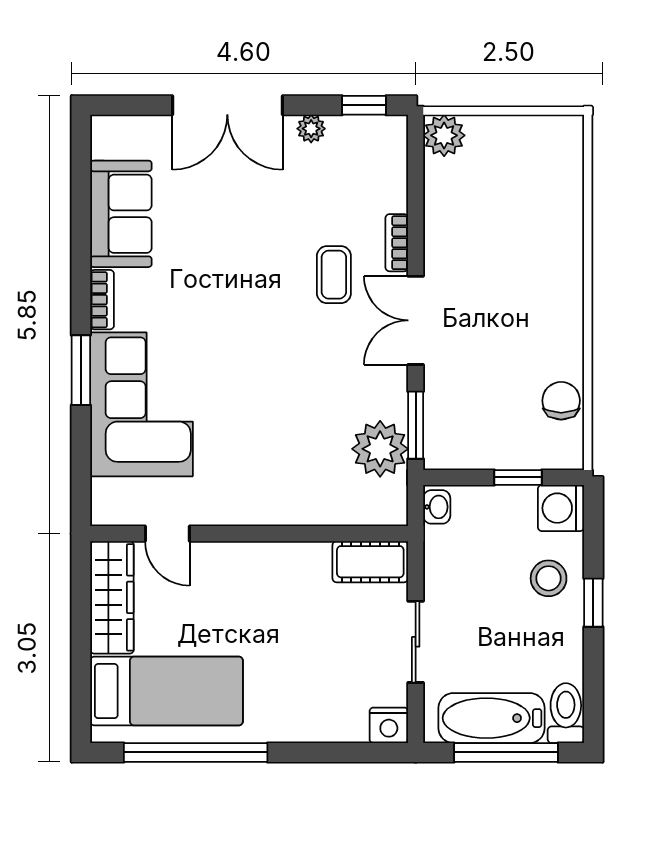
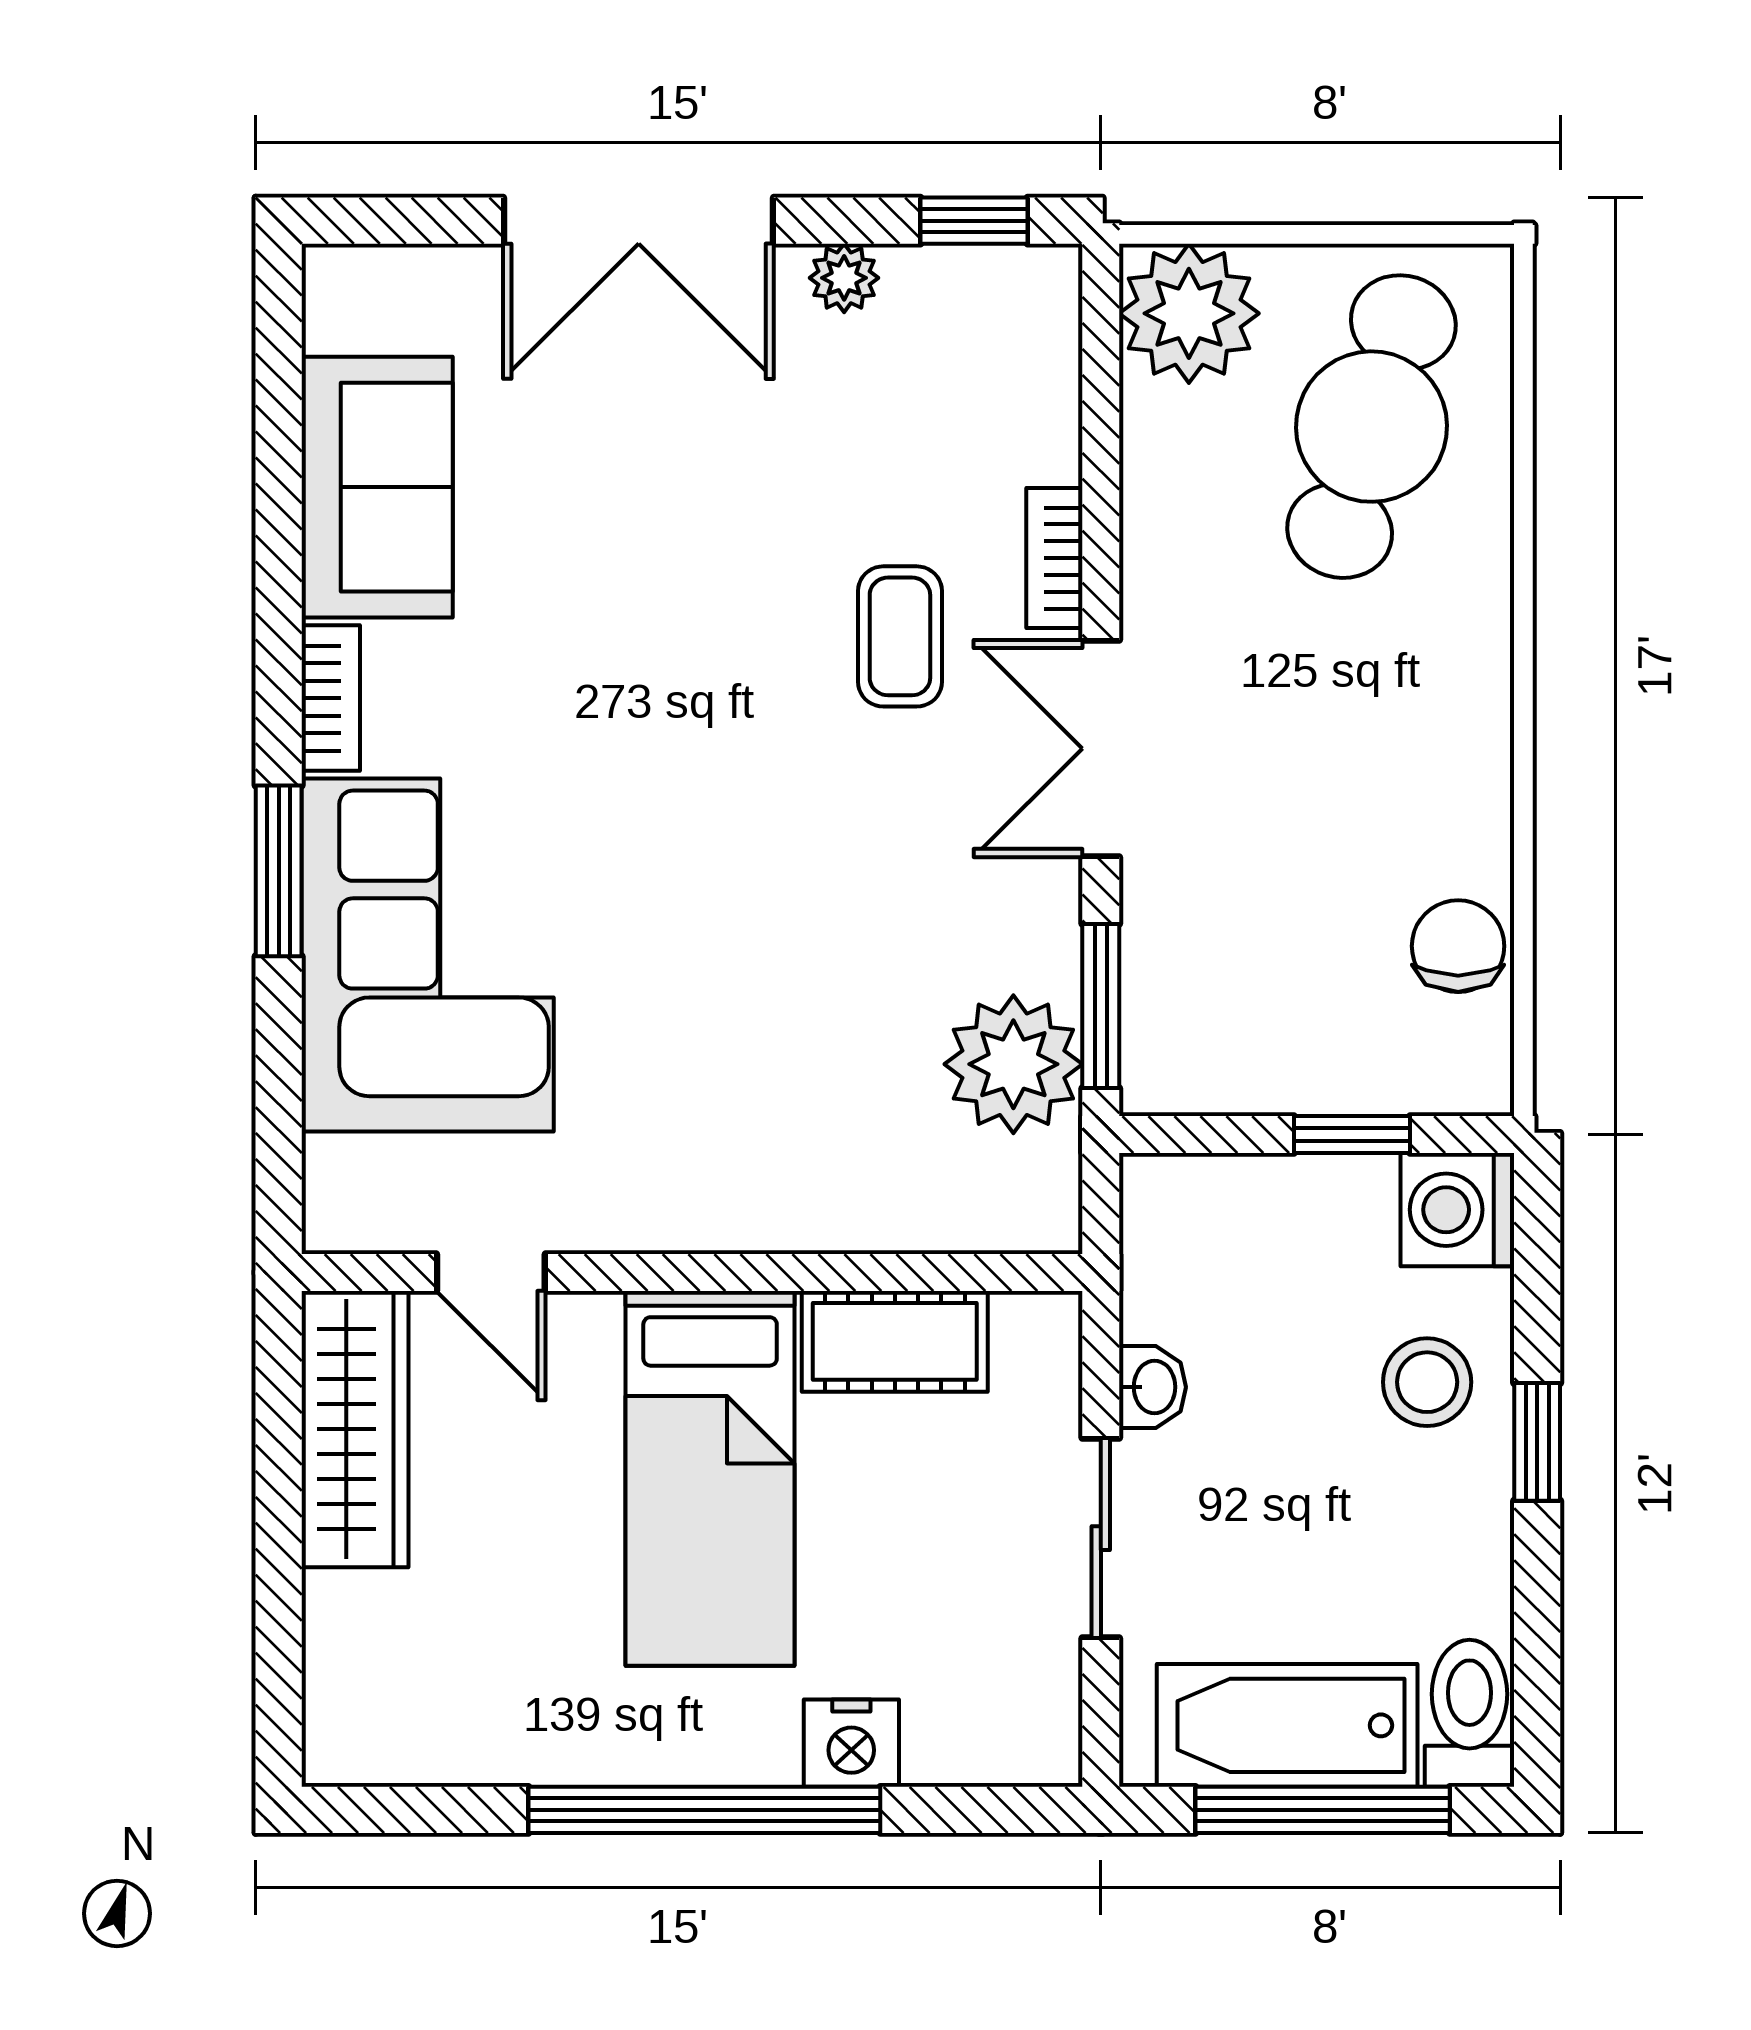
plant: (444, 135) -> (1189, 313), width x1.36, depth x1.36
cafe table: (526, 189) -> (1371, 427), added
washbasin: (437, 507) -> (1152, 1387), moved
cot: (370, 562) -> (895, 1341), moved
bed: (167, 691) -> (710, 1478), moved, turned 90
nightstand: (389, 725) -> (851, 1743), moved
window: (196, 752) -> (704, 1810), moved

